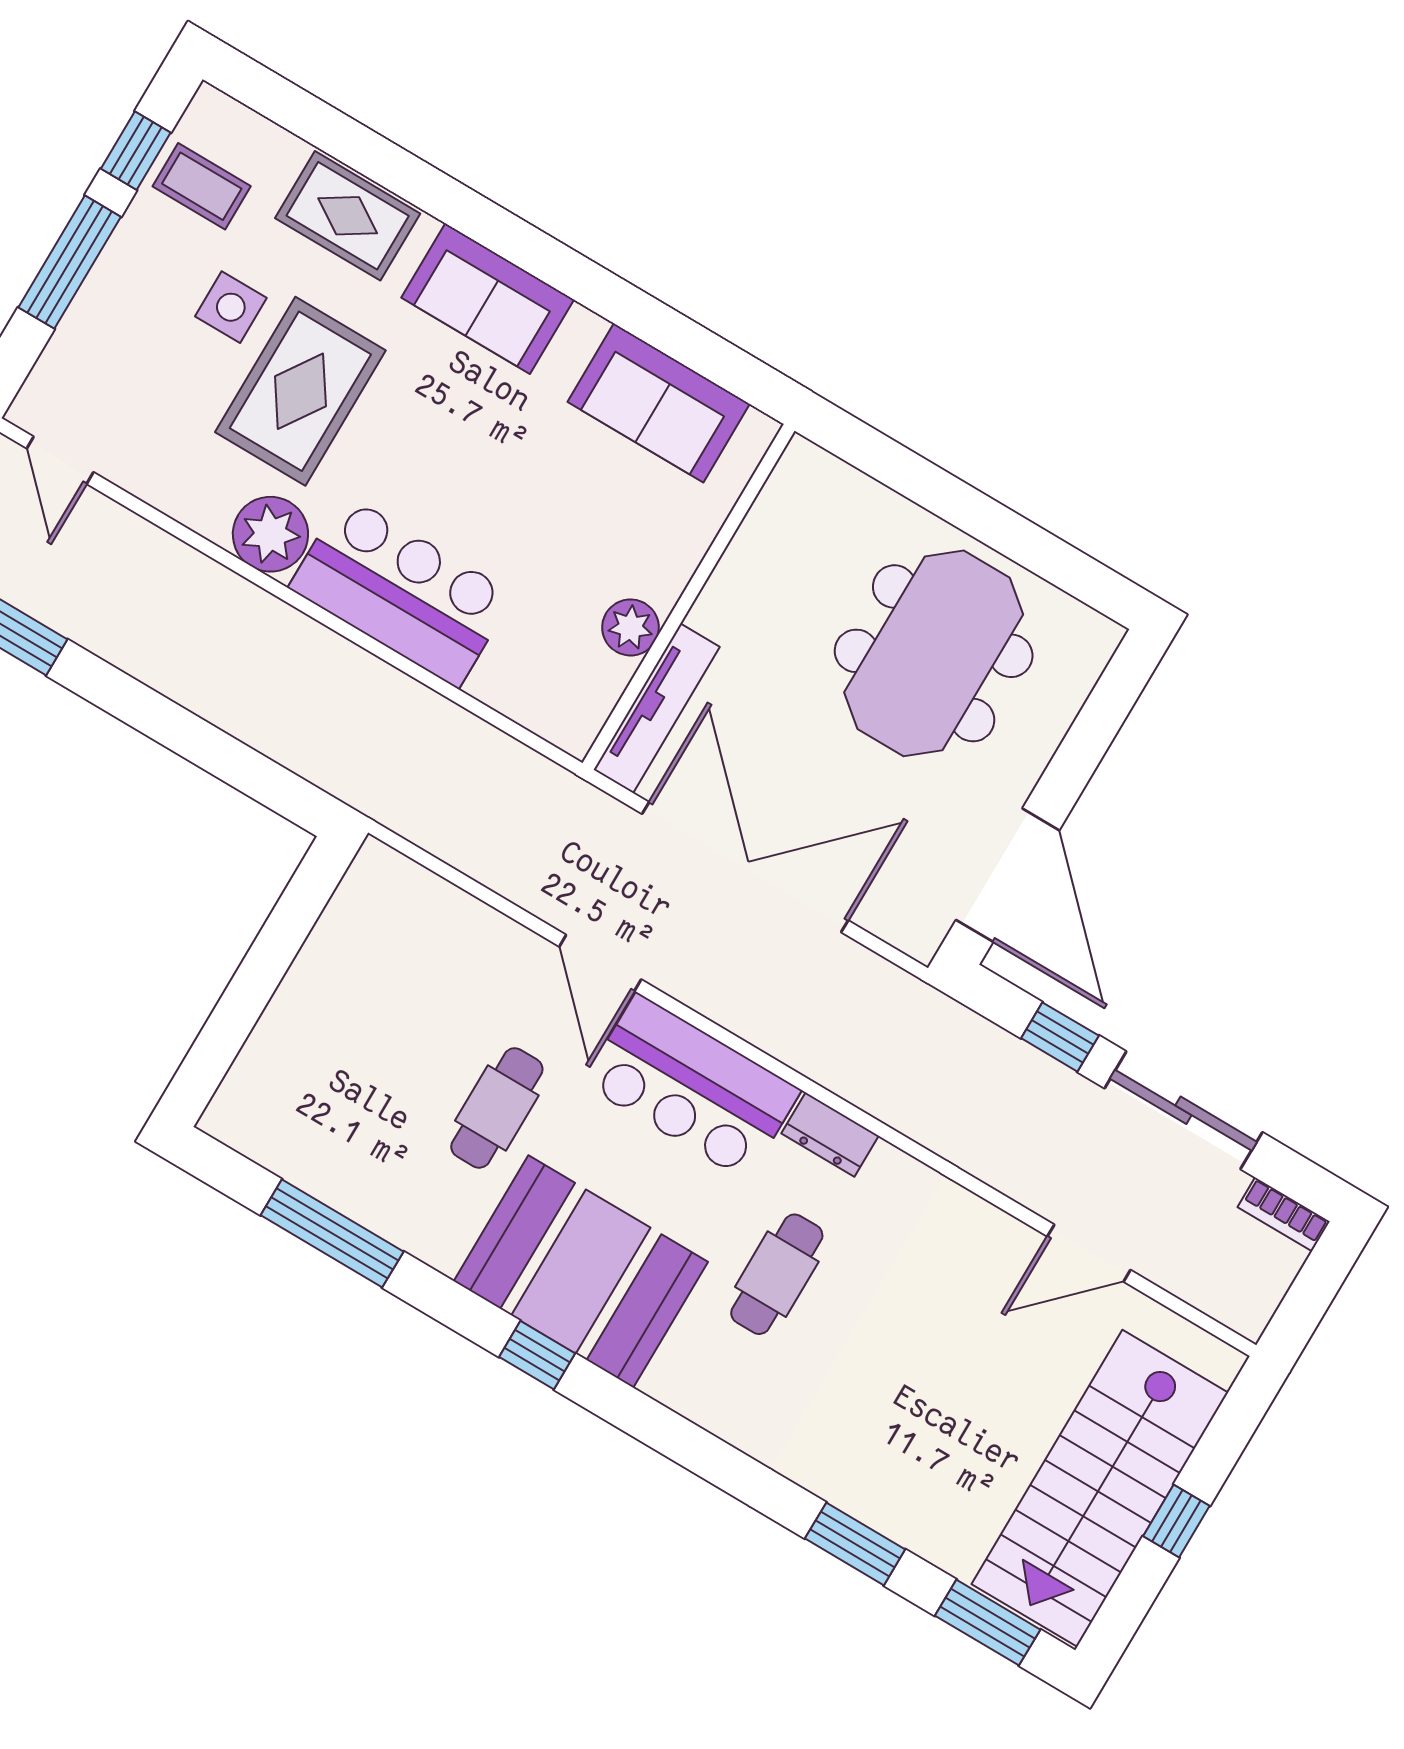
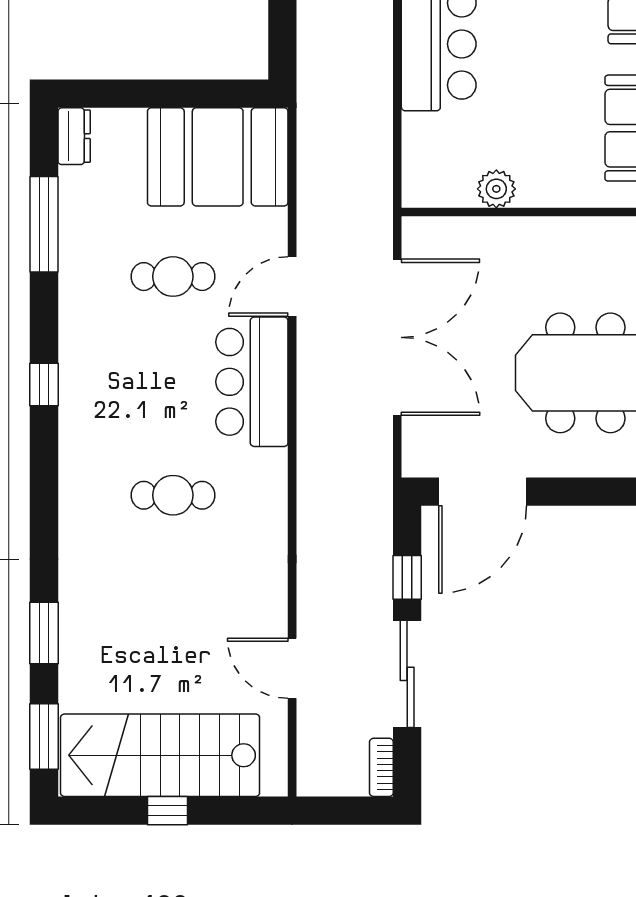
tv unit: (657, 708) -> (459, 232), removed
dresser: (830, 1135) -> (74, 136), moved, turned 180
booth: (581, 1272) -> (218, 157), moved, turned 90

